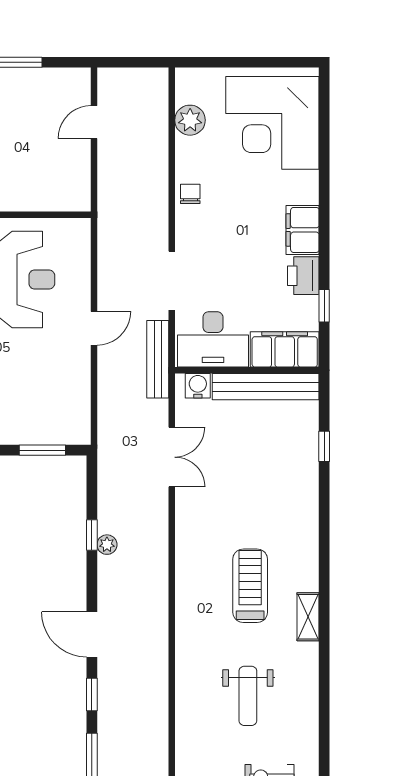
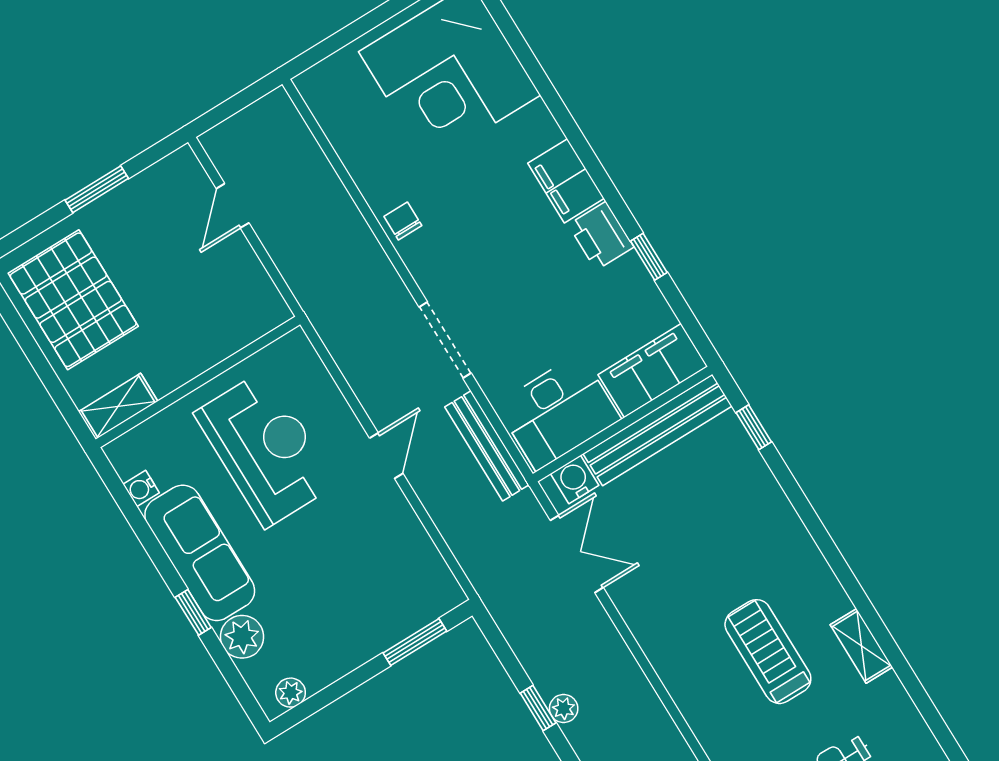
plant: (190, 120) -> (348, 132), removed
desk: (213, 339) -> (558, 412), moved
filing cabinet: (285, 349) -> (653, 371), moved
wall: (247, 370) -> (623, 424), moved
water cooler: (198, 386) -> (575, 480), moved
bench: (266, 387) -> (658, 430), moved

